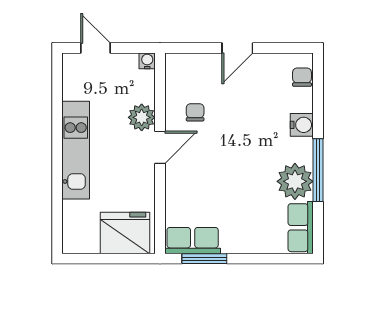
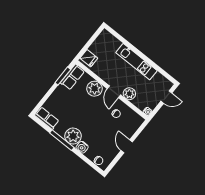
plant: (295, 181) -> (73, 136), moved
plant: (182, 185) -> (95, 89), added
fridge: (125, 233) -> (89, 58), width x0.53, depth x0.75

